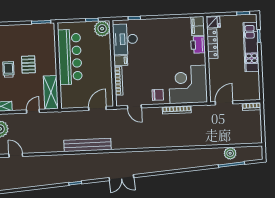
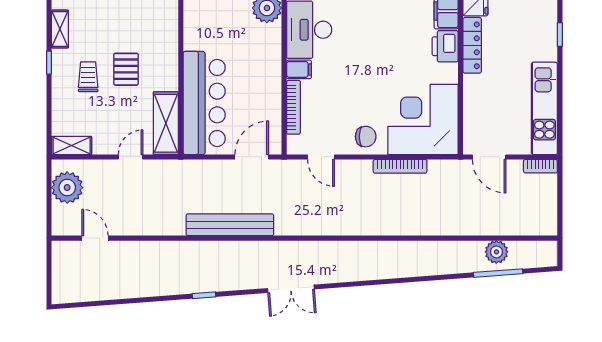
kitchen unit: (251, 47) -> (544, 108), moved
bar counter: (70, 57) -> (204, 103), moved
door: (224, 103) -> (489, 157), swing flipped

